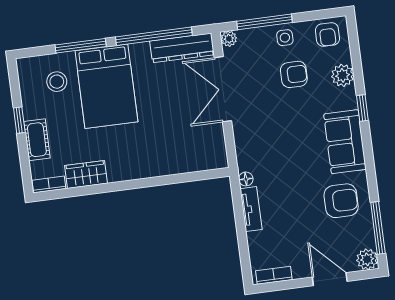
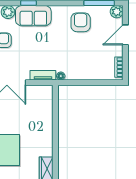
sofa: (345, 142) -> (33, 16), moved
tv unit: (251, 209) -> (43, 75), moved

